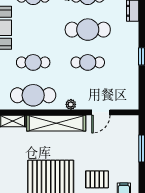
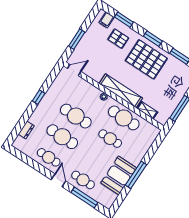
cafe table: (88, 62) -> (76, 116), width x1.37, depth x1.35
door: (101, 112) -> (74, 70), moved

